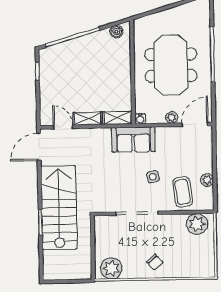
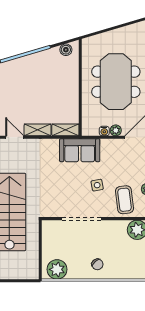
water cooler: (140, 119) -> (104, 131), moved

